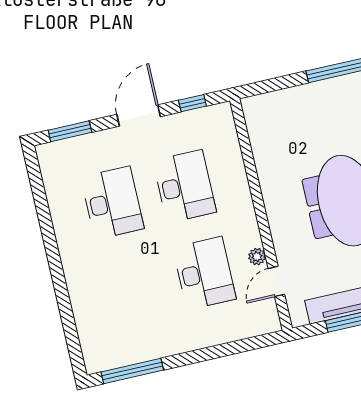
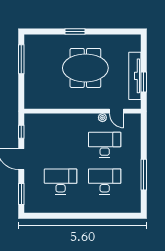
desk: (184, 186) -> (105, 181), moved
window: (132, 371) -> (144, 175), moved

